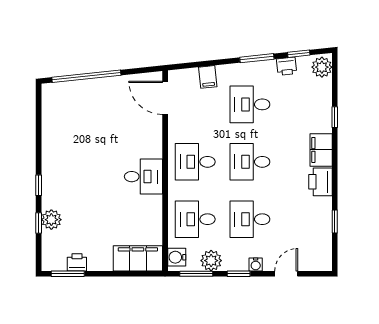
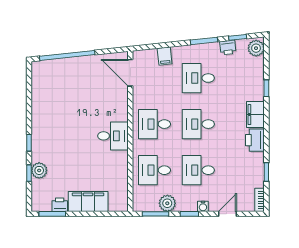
bookcase: (326, 256) -> (260, 200), added
water cooler: (177, 257) -> (140, 201), removed
filing cabinet: (138, 258) -> (88, 201), moved

